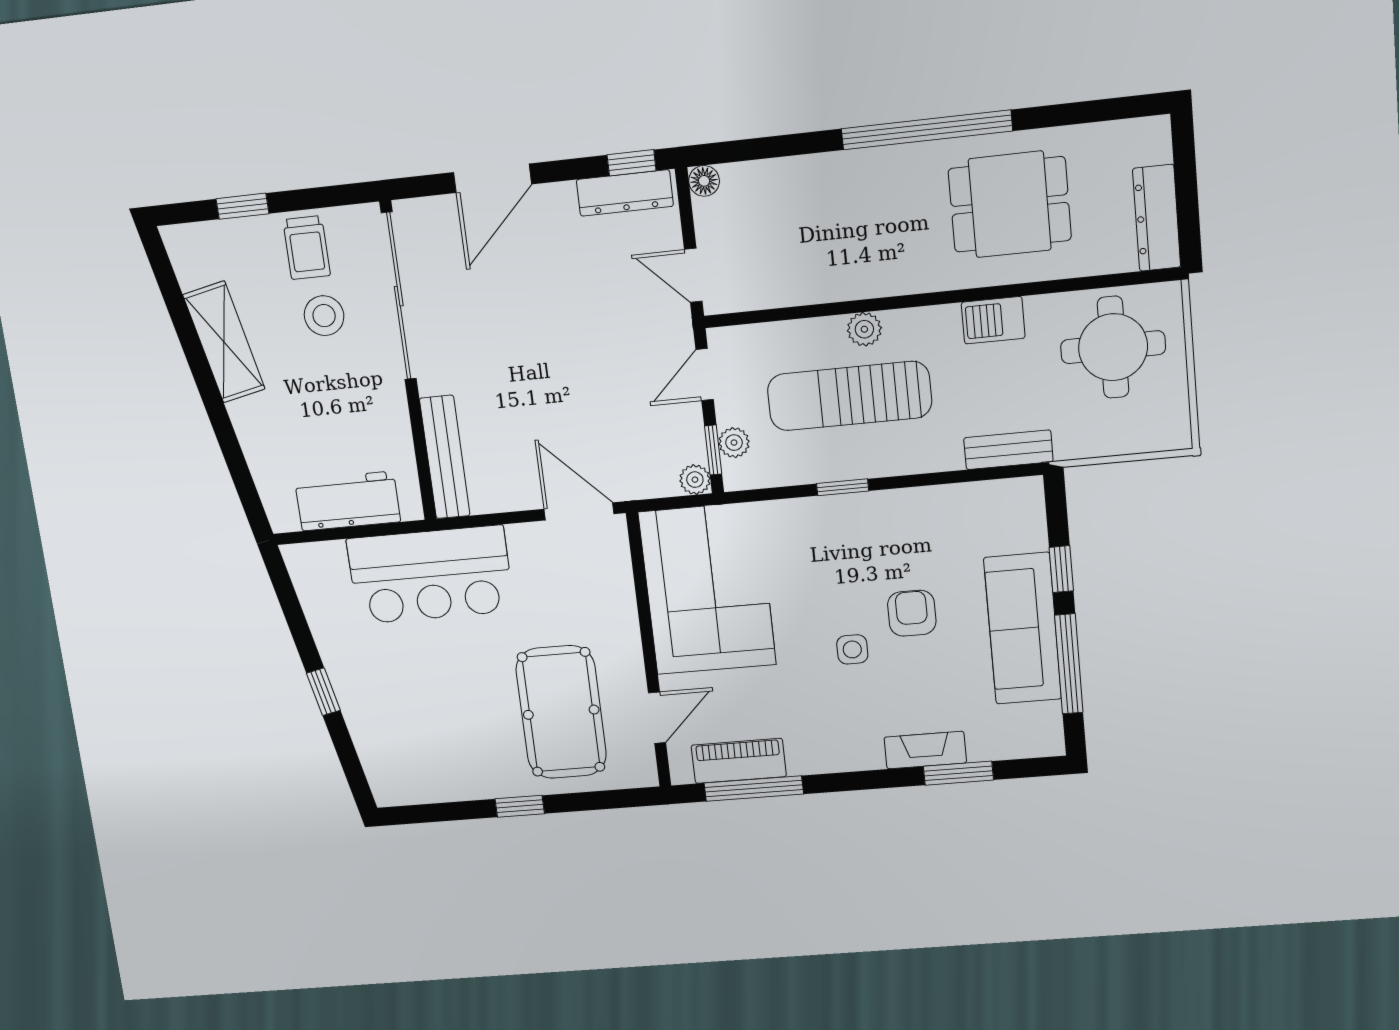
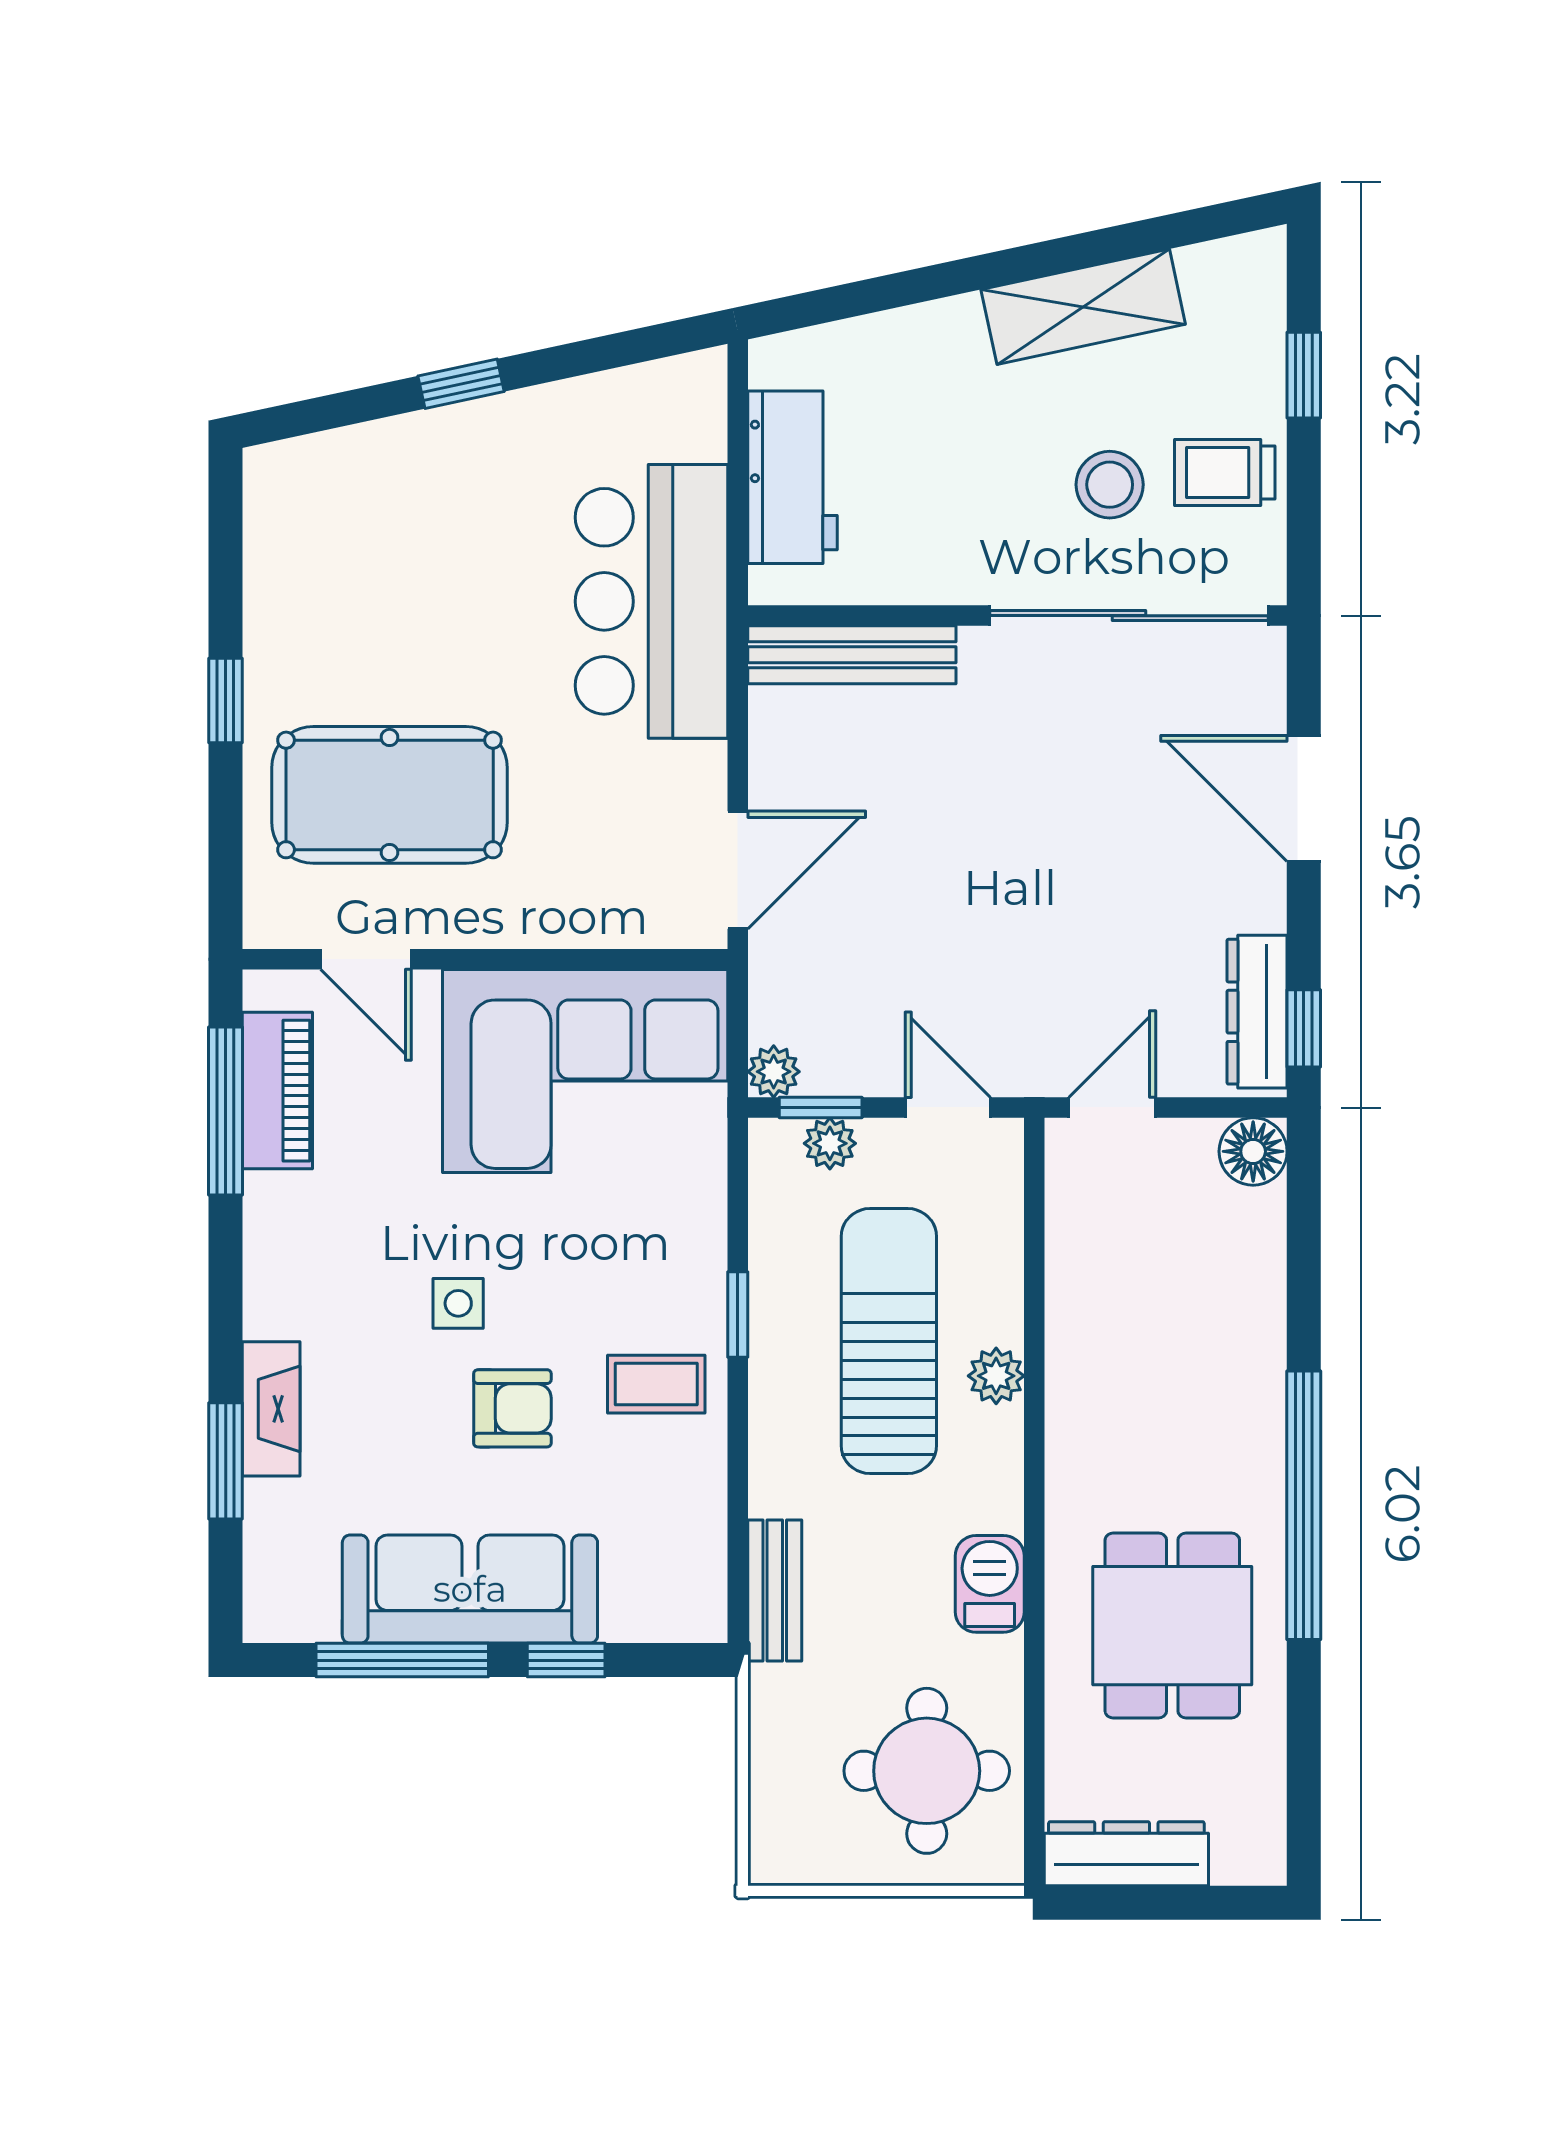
floor lamp: (704, 181) -> (1253, 1151), width x1.37, depth x1.37
coffee table: (889, 531) -> (656, 1384), added

